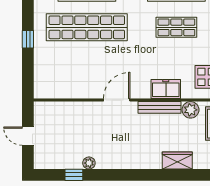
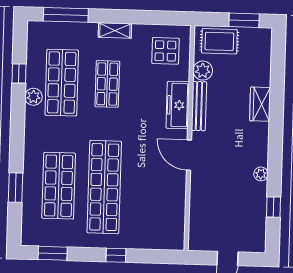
freezer: (166, 89) -> (178, 105), width x1.40
wardrobe: (177, 161) -> (260, 104), moved
plant: (89, 163) -> (261, 174), moved

